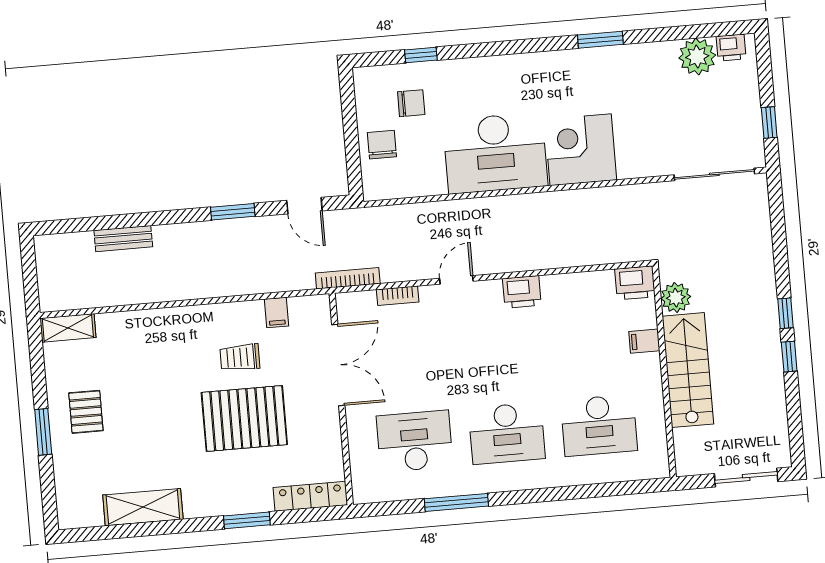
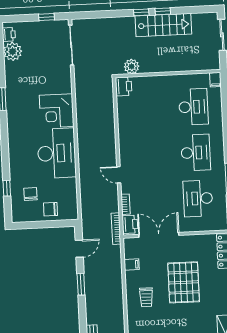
printer: (522, 292) -> (130, 224), moved
filing cabinet: (644, 341) -> (216, 80), moved
trolley: (240, 357) -> (146, 297), moved
stairs: (688, 370) -> (163, 25), moved, turned 180

